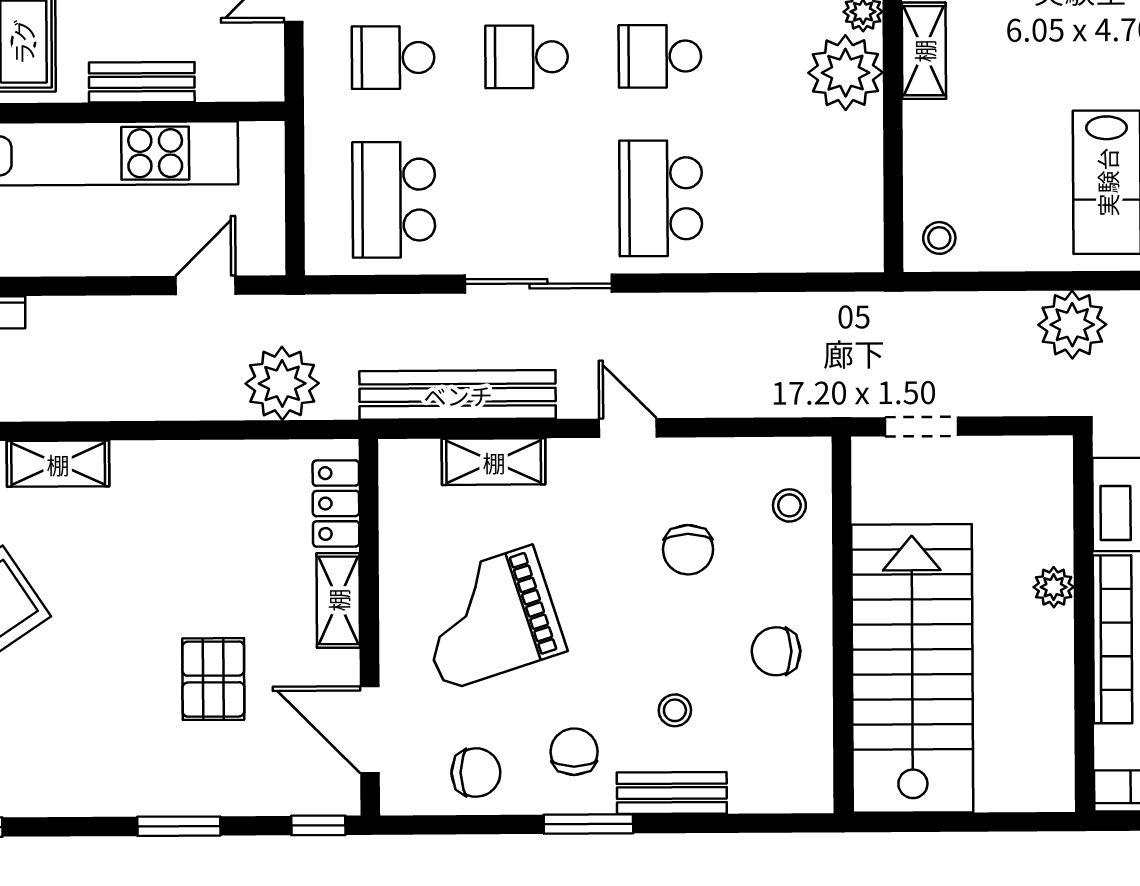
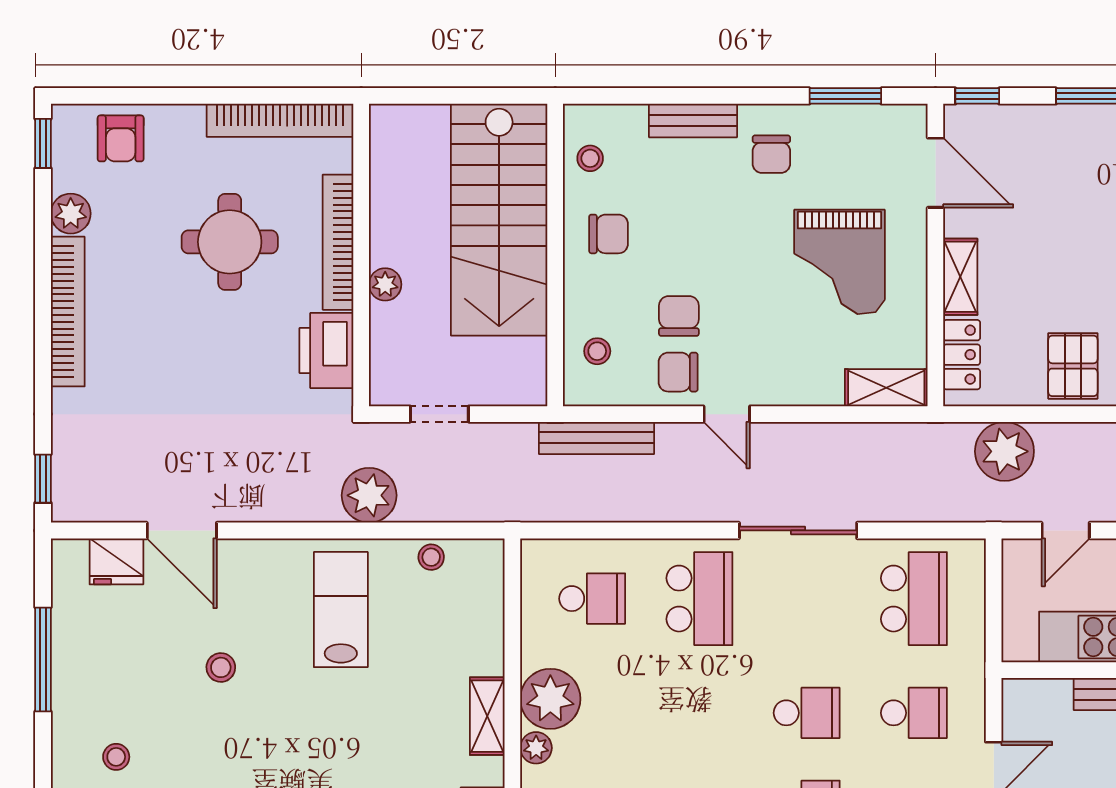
school desk: (660, 56) -> (592, 599), moved
stool: (939, 238) -> (431, 557), moved
bench: (458, 395) -> (597, 438), moved, width x0.73, depth x0.82
doorway: (922, 426) -> (439, 414), moved
shelving: (494, 462) -> (886, 388), moved
grand piano: (489, 618) -> (839, 262), turned 108
pallet: (213, 679) -> (1073, 366), moved
stool: (675, 710) -> (590, 158), moved
chair: (476, 772) -> (678, 372), moved
window: (588, 824) -> (845, 96), moved

